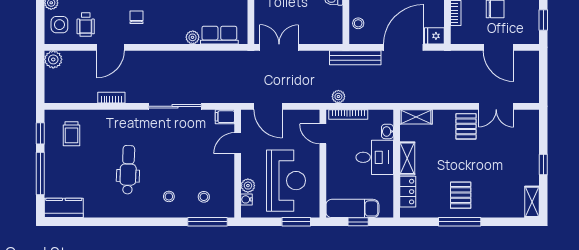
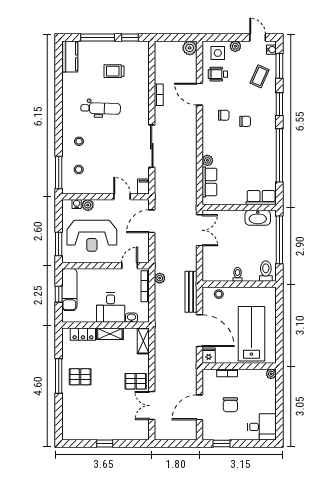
trolley: (72, 134) -> (114, 71), moved
shelving: (532, 202) -> (75, 434), removed

